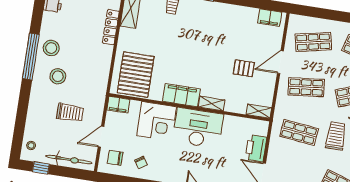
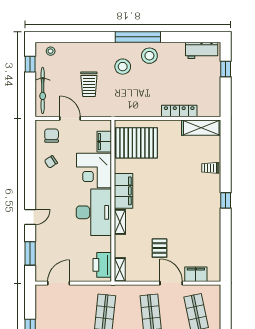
filing cabinet: (270, 18) -> (196, 274), moved, turned 90
filing cabinet: (118, 105) -> (104, 142), moved
printer: (256, 148) -> (102, 265), moved, turned -90

